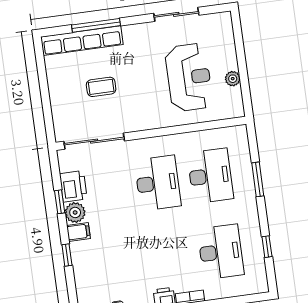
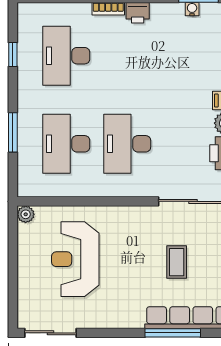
sliding door: (176, 14) -> (50, 333), moved
plant: (233, 79) -> (26, 214), moved
coffee table: (101, 87) -> (177, 262), turned 90

